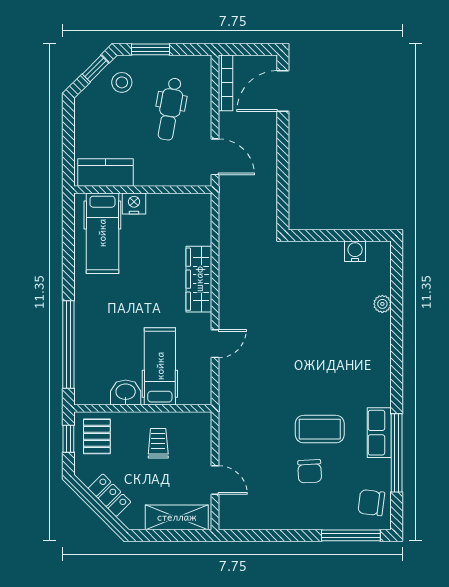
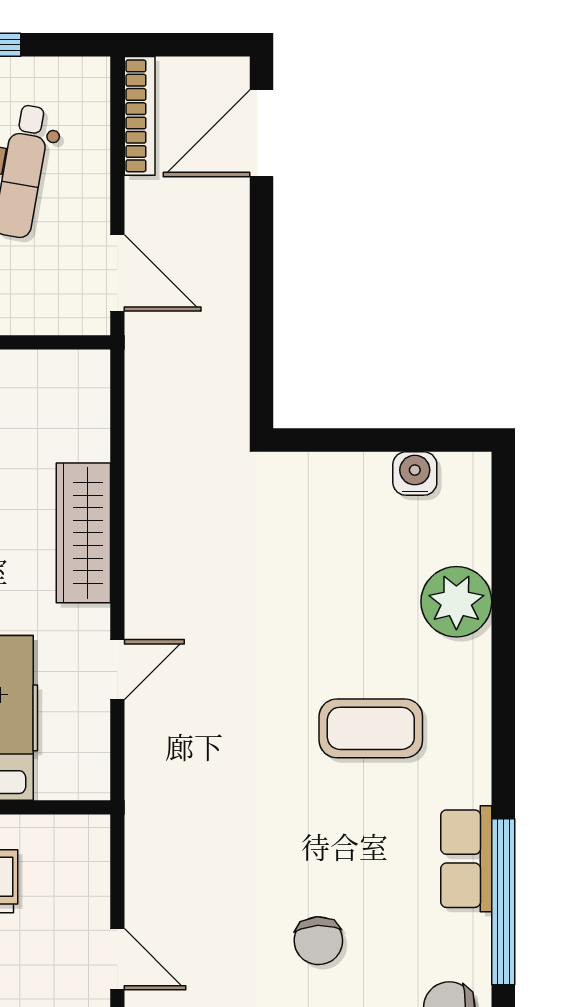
plant: (382, 304) -> (456, 602), width x1.88, depth x1.88
coffee table: (320, 429) -> (371, 728), moved

